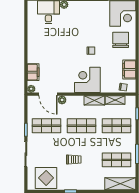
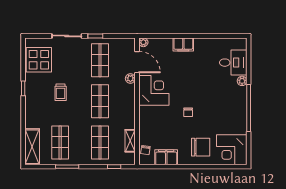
filing cabinet: (33, 72) -> (183, 44), moved
corner desk: (87, 80) -> (154, 90), moved
door: (48, 94) -> (137, 62), swing flipped
shelving: (94, 100) -> (130, 116), removed

